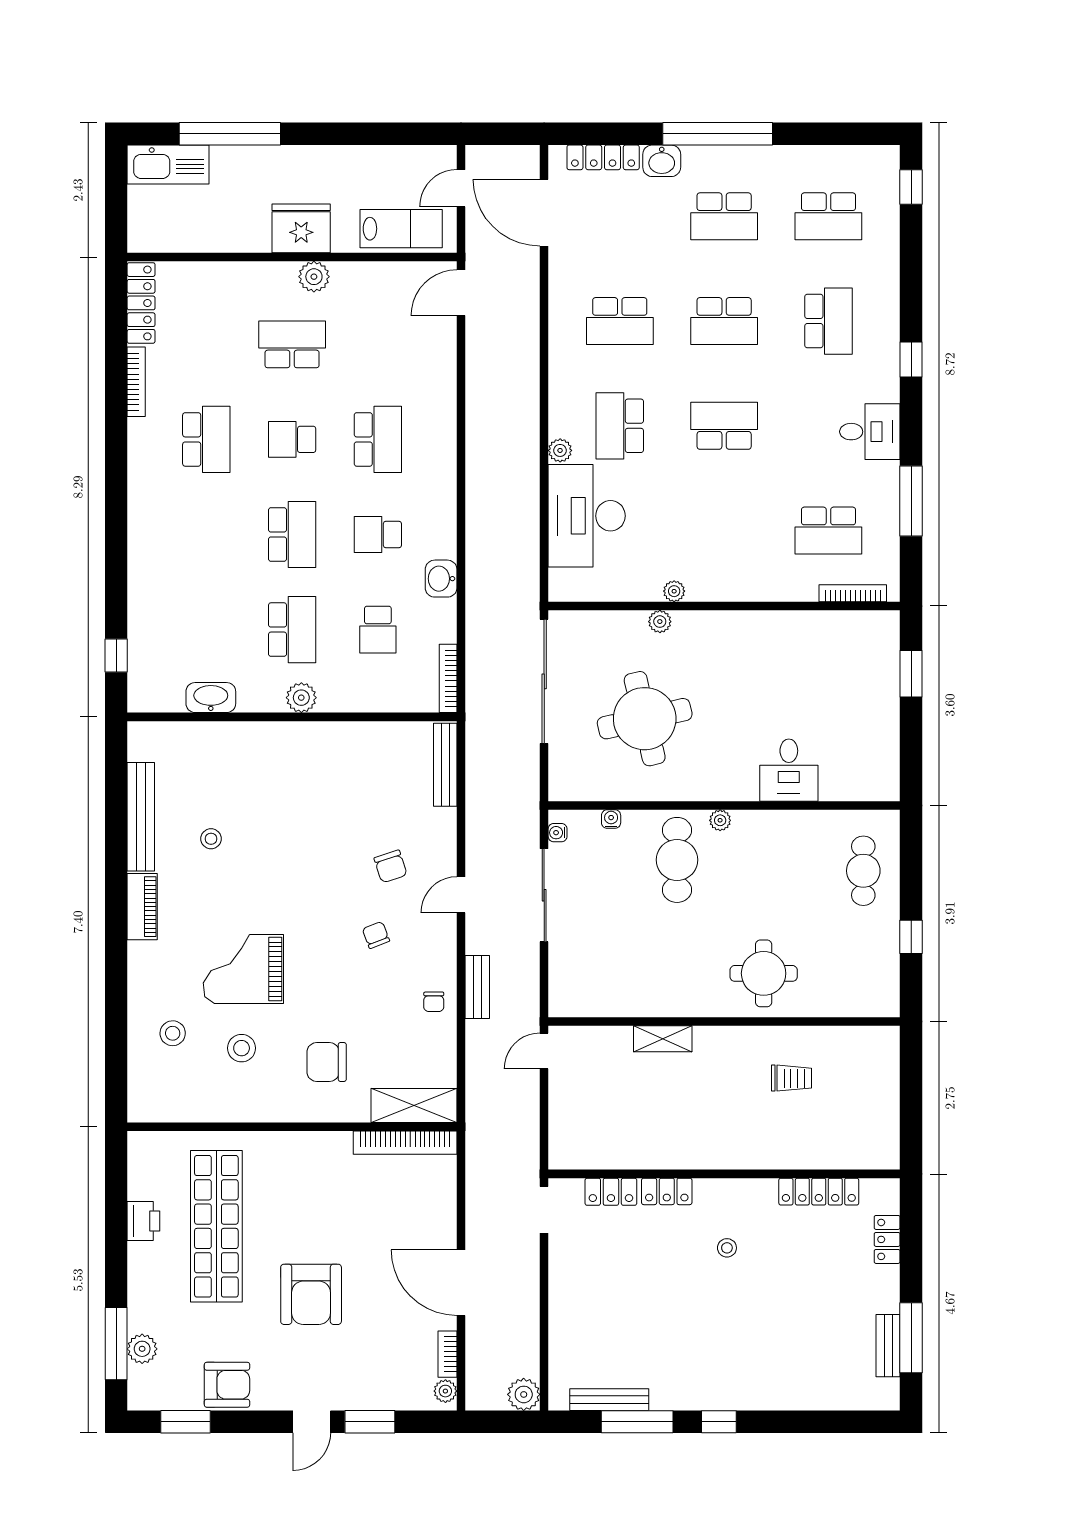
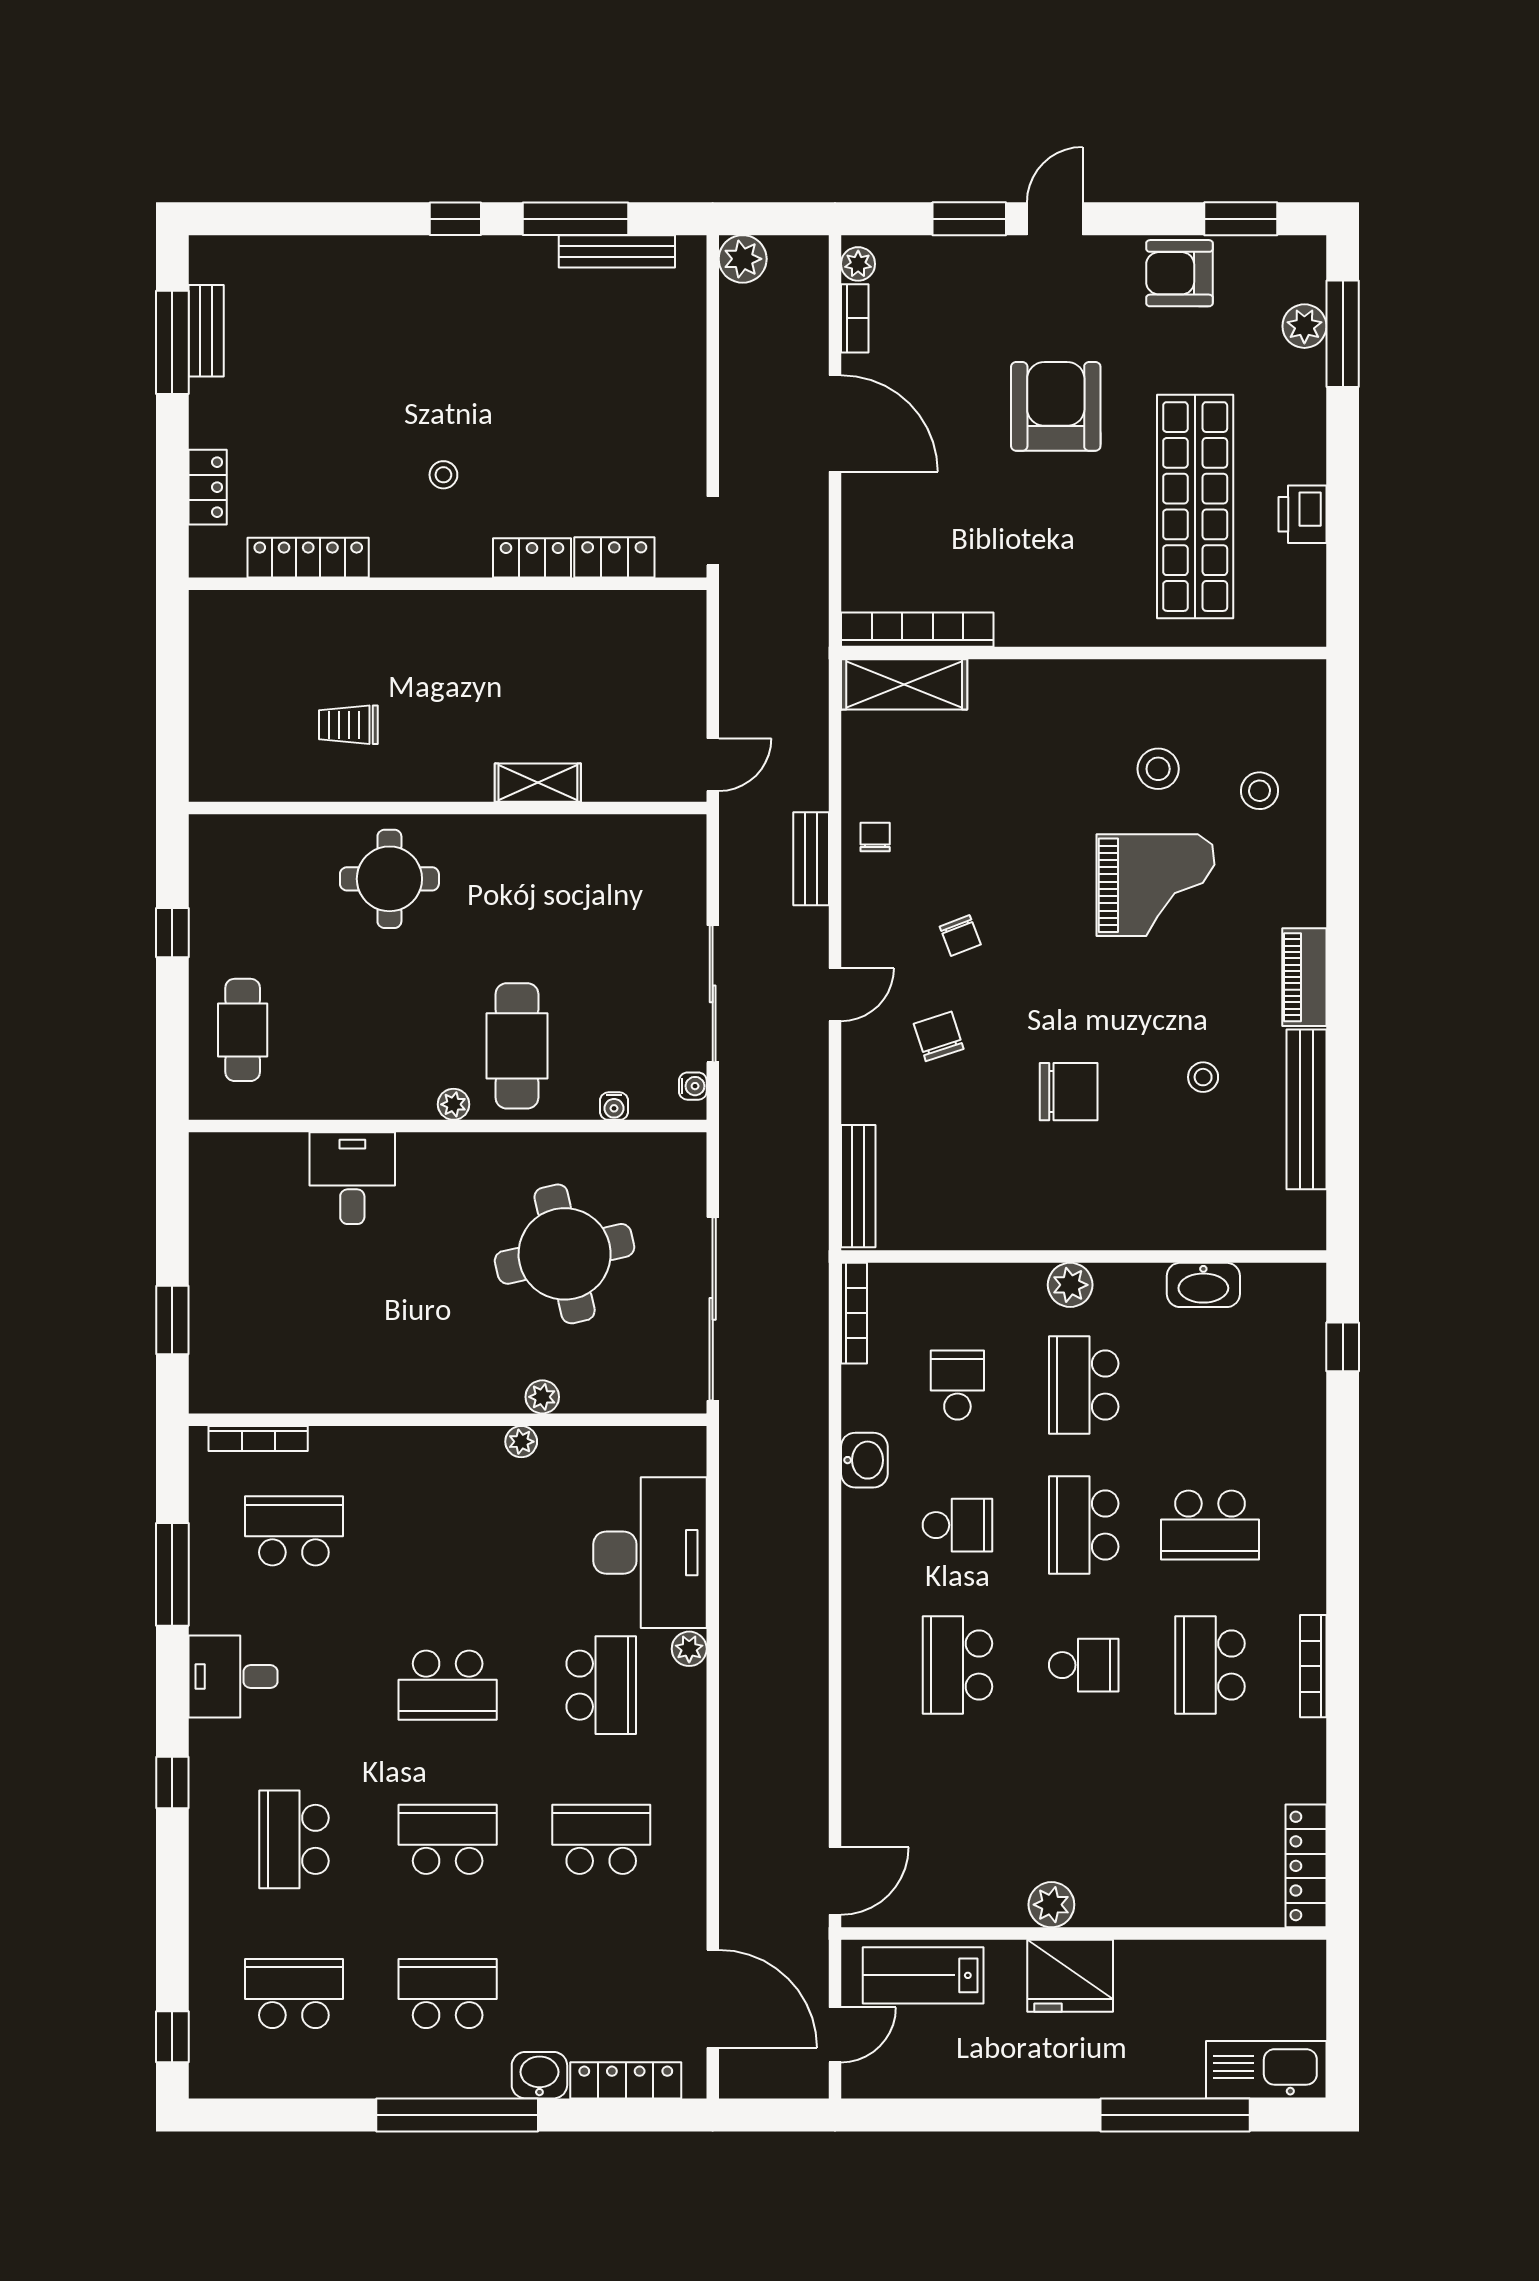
school desk: (292, 344) -> (1210, 1525), moved
bookcase: (136, 382) -> (1313, 1666), moved
chair: (327, 1062) -> (1069, 1092), moved

